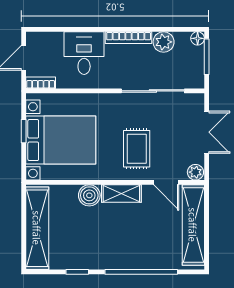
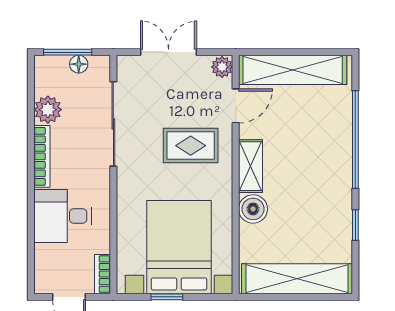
floor lamp: (198, 38) -> (79, 64), moved

